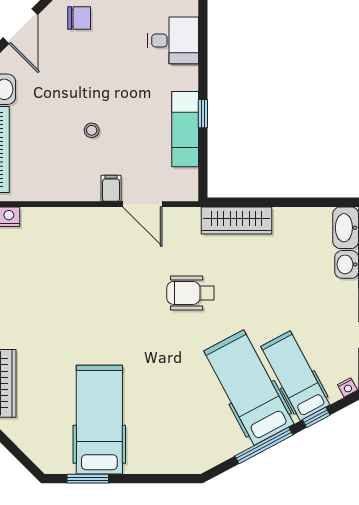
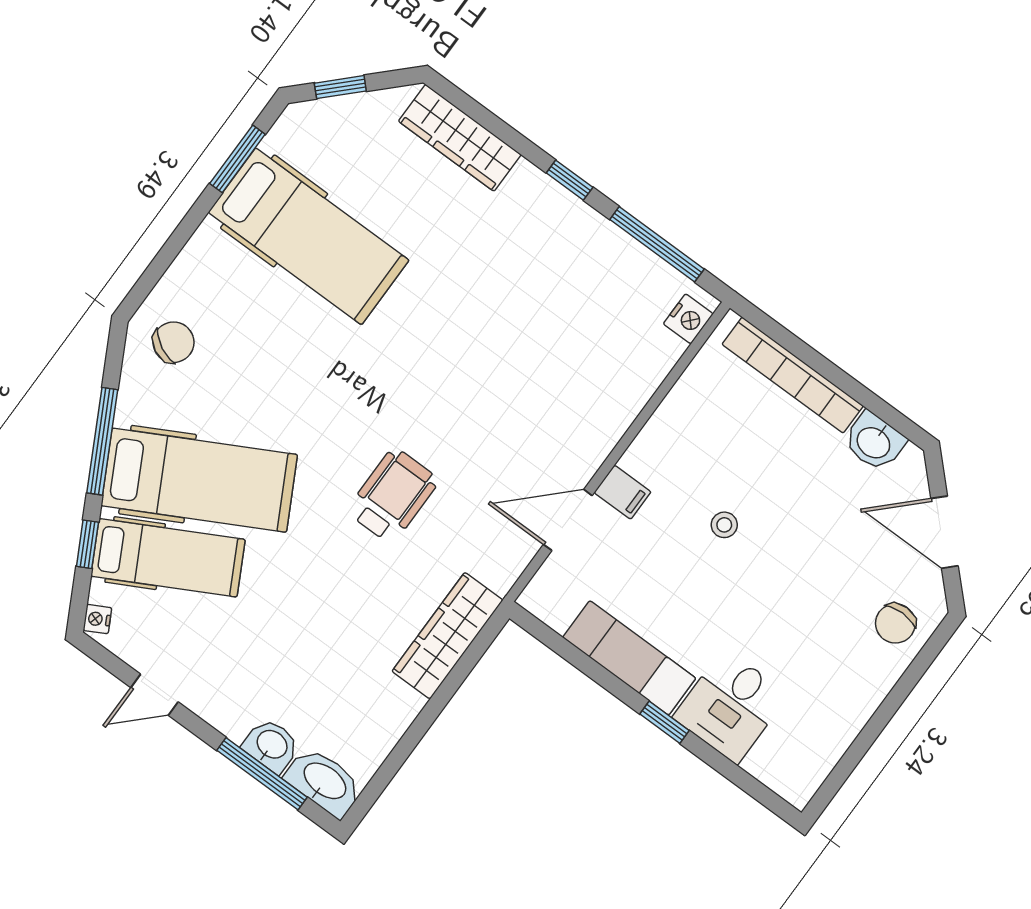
desk: (173, 40) -> (730, 706), moved
window: (203, 114) -> (665, 722), moved
chair: (194, 446) -> (173, 342), added
window: (20, 456) -> (340, 87), added

